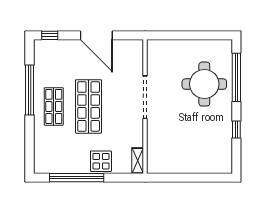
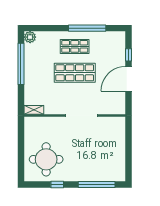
window: (50, 35) -> (128, 55), moved
round table: (204, 84) -> (46, 159), moved
display table: (101, 161) -> (33, 82), removed
plant: (41, 166) -> (30, 37), added

